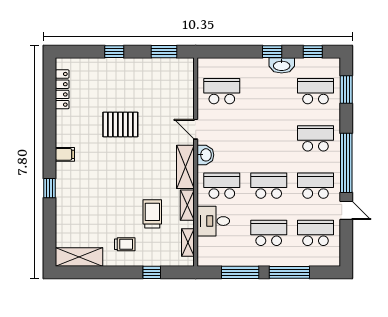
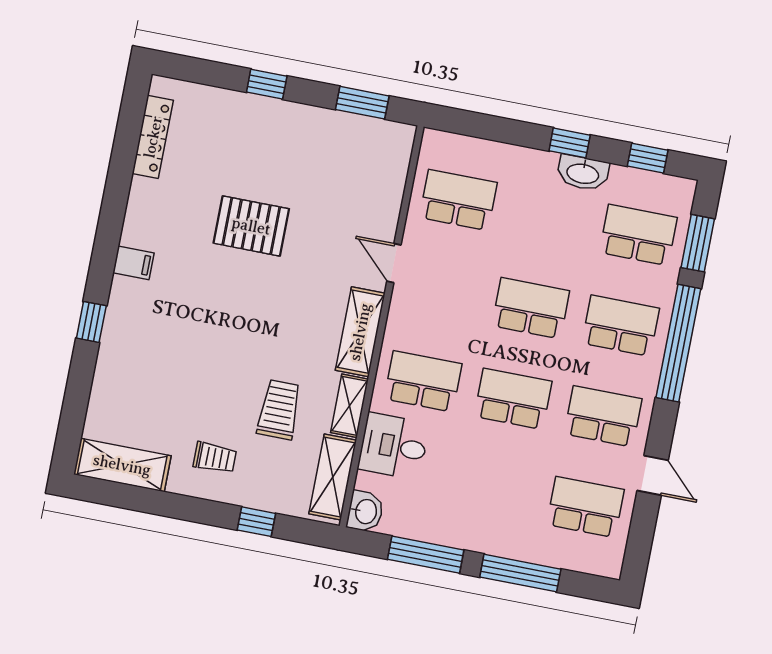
washbasin: (205, 155) -> (365, 511), moved
window: (346, 163) -> (678, 343), moved
school desk: (269, 233) -> (531, 308), moved
shelving: (188, 242) -> (333, 477), width x1.50, depth x1.33

